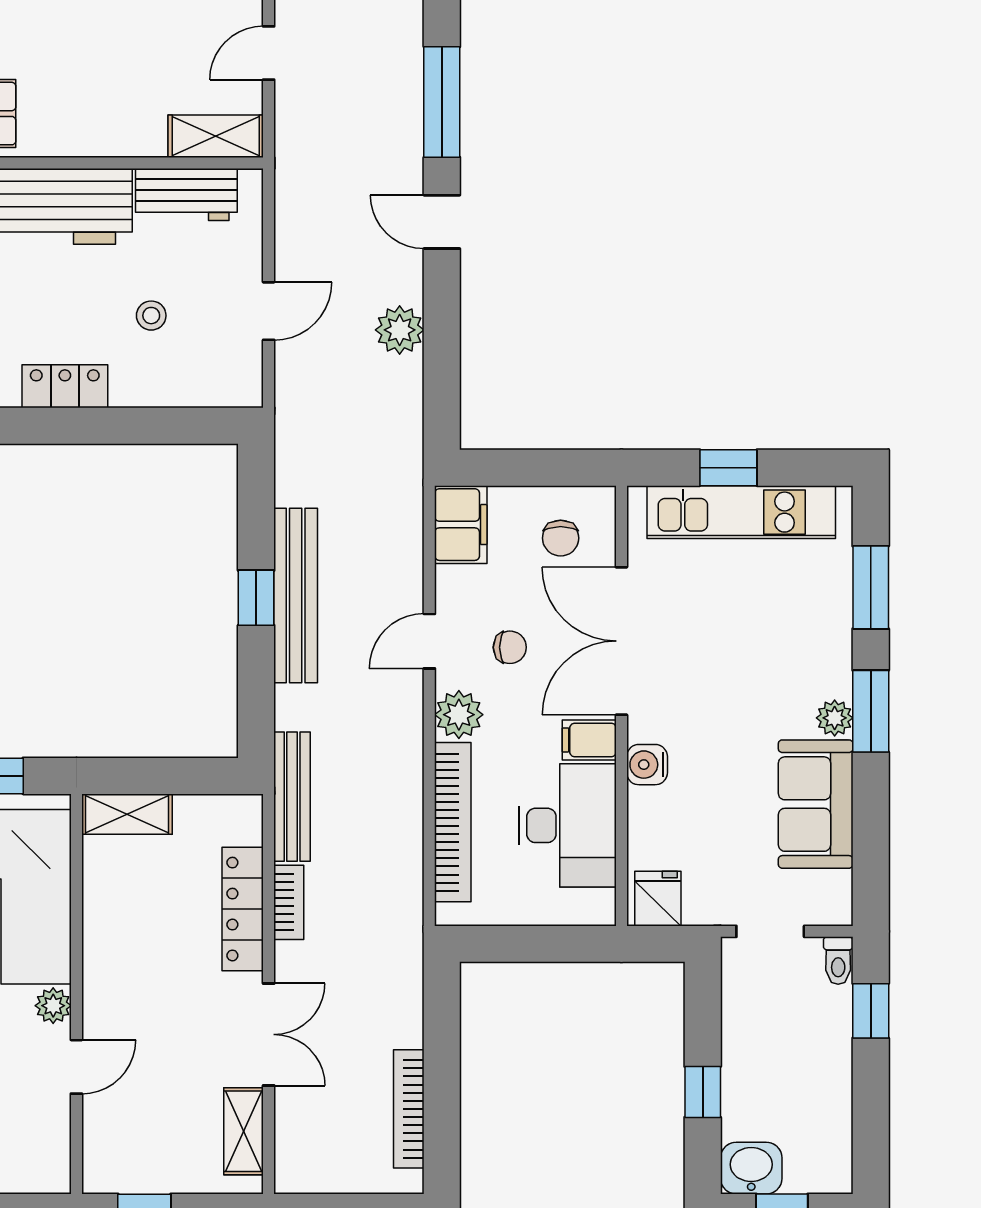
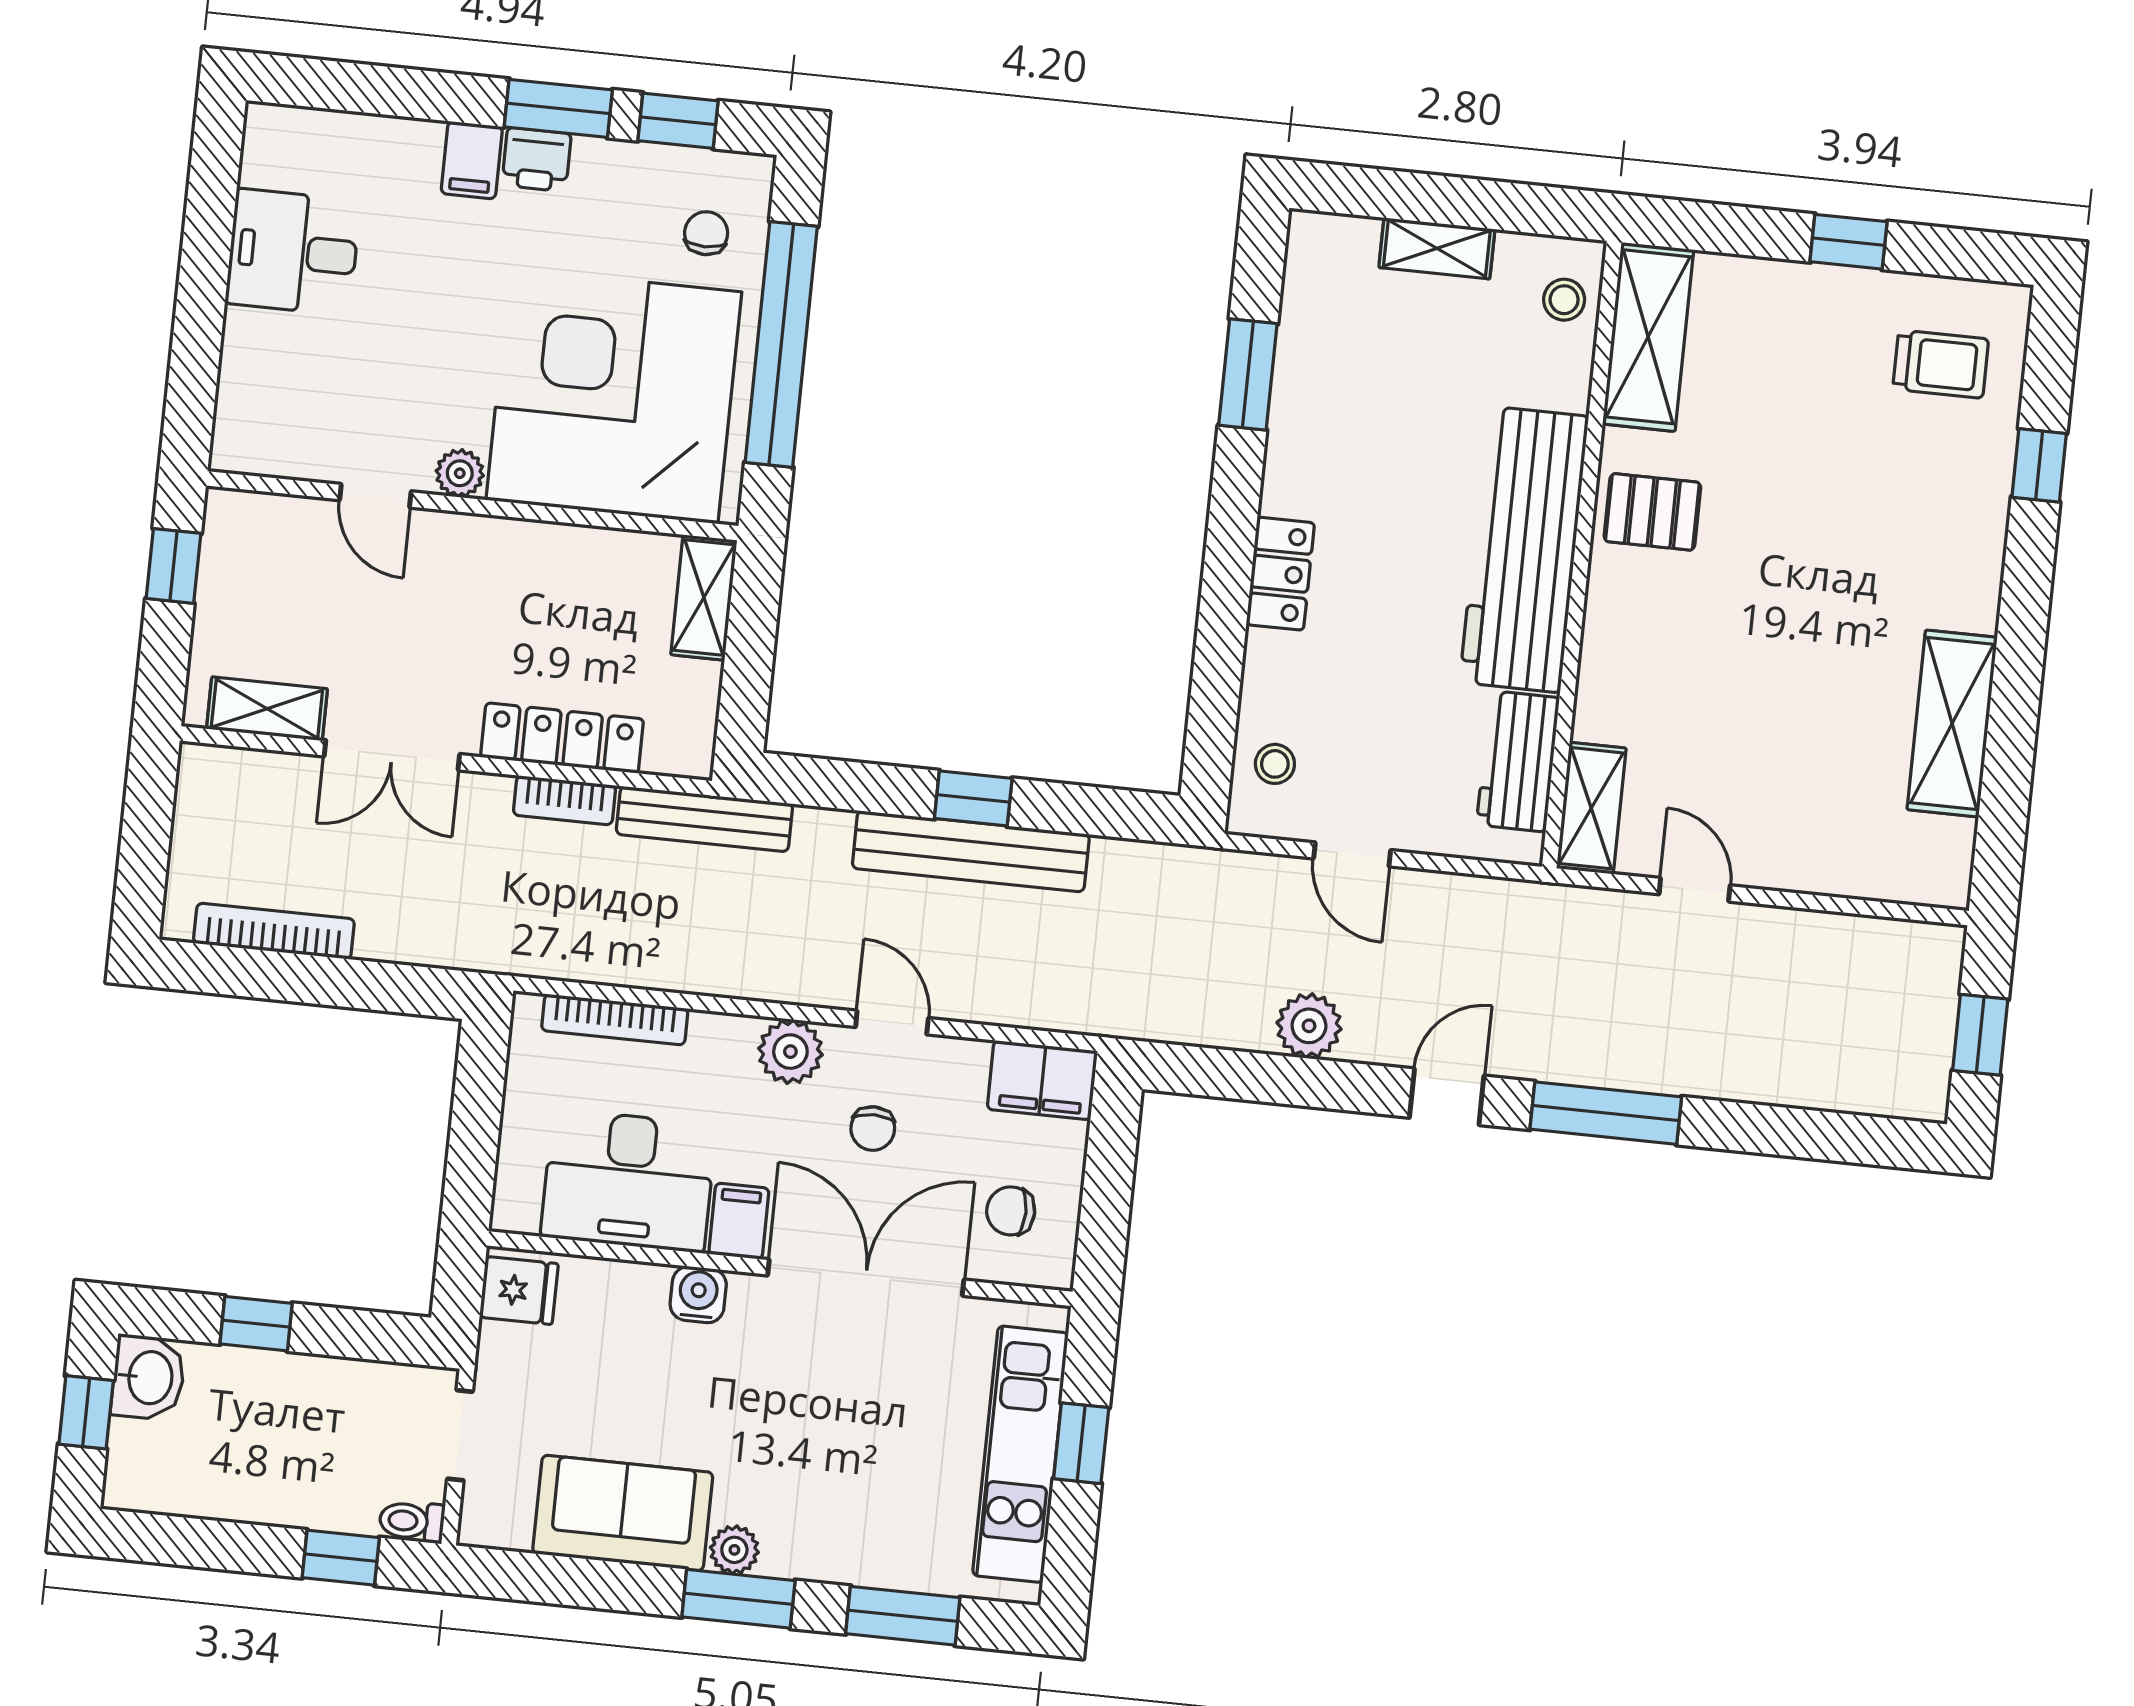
stool: (151, 316) -> (1275, 764), moved
bookcase: (453, 822) -> (615, 1020), width x0.68, depth x0.76

